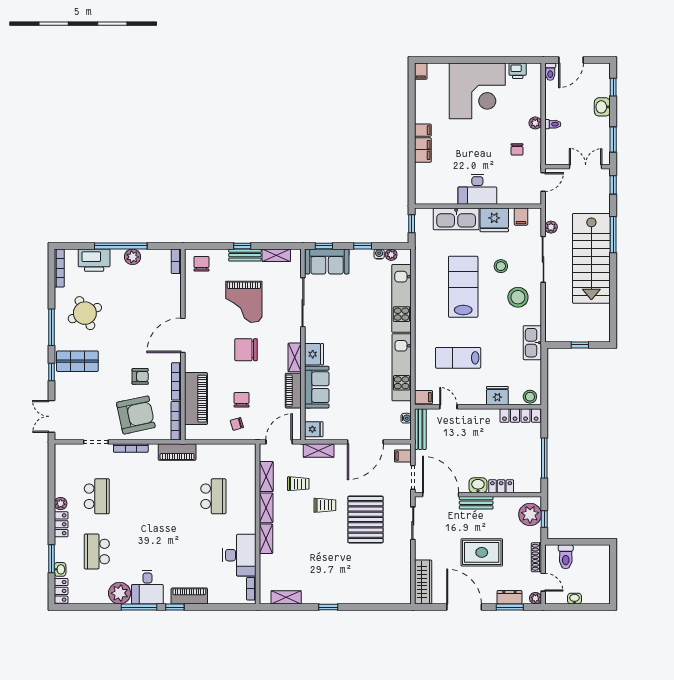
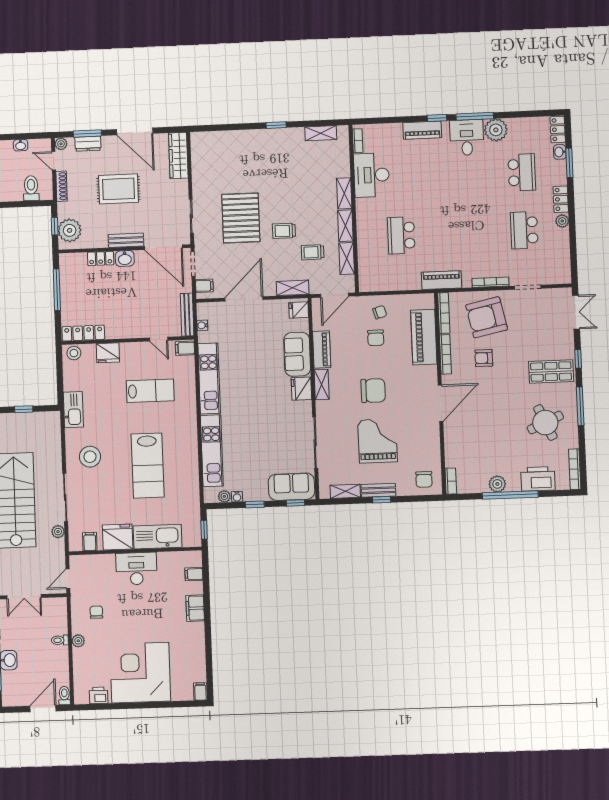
filing cabinet: (423, 130) -> (194, 574), moved
stool: (501, 266) -> (109, 489), removed

